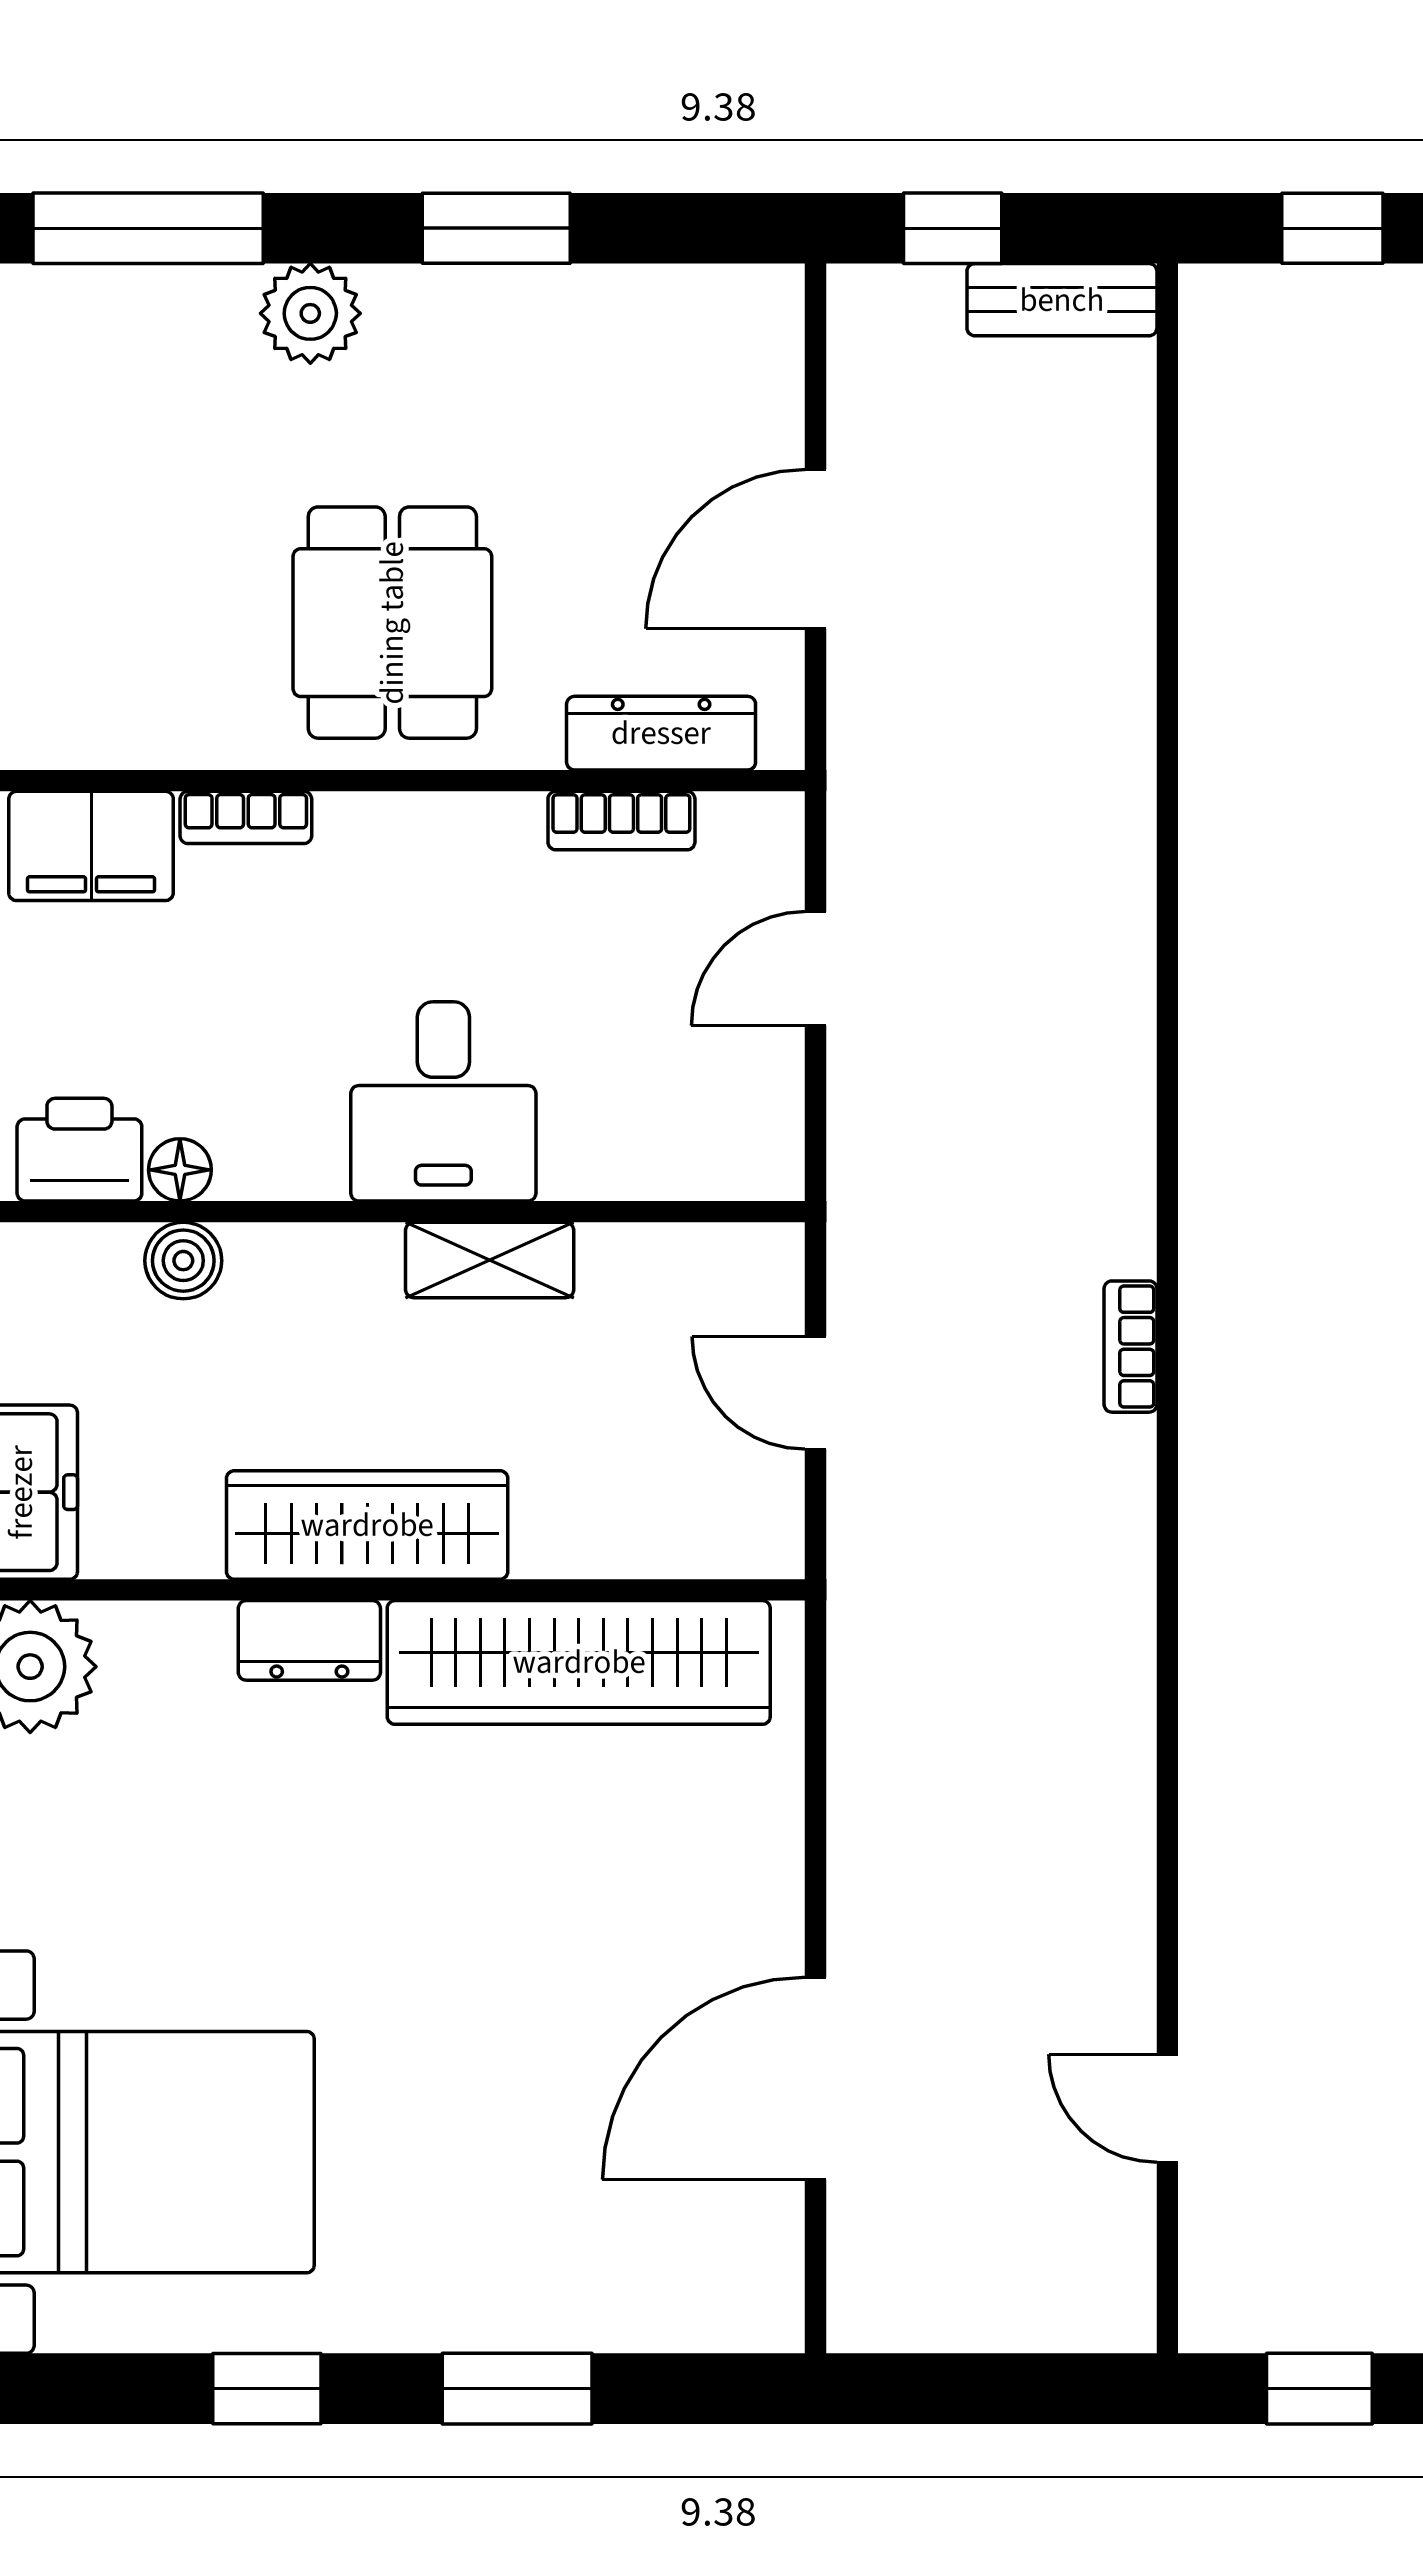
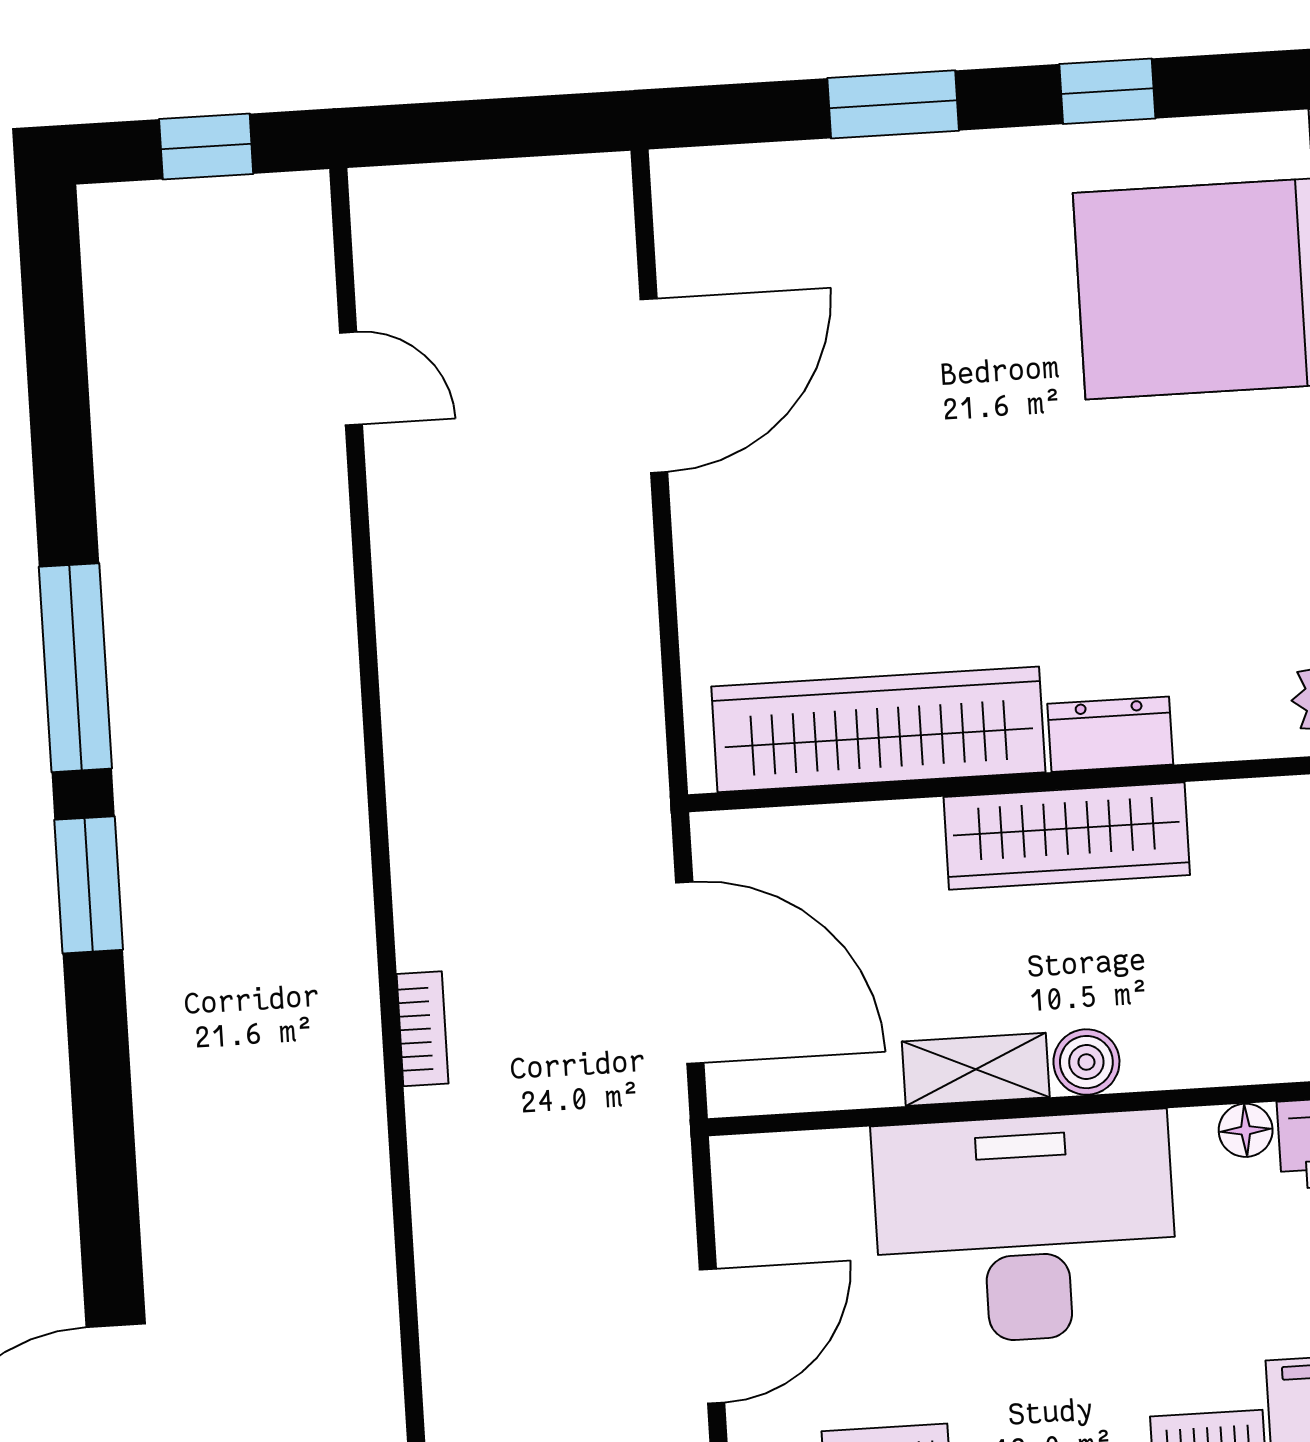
door: (816, 969) -> (712, 1336), width x1.38
desk: (443, 1101) -> (1025, 1228), width x1.87, depth x1.30
boiler: (183, 1261) -> (1086, 1062), moved
door: (816, 1393) -> (690, 973), width x1.88

